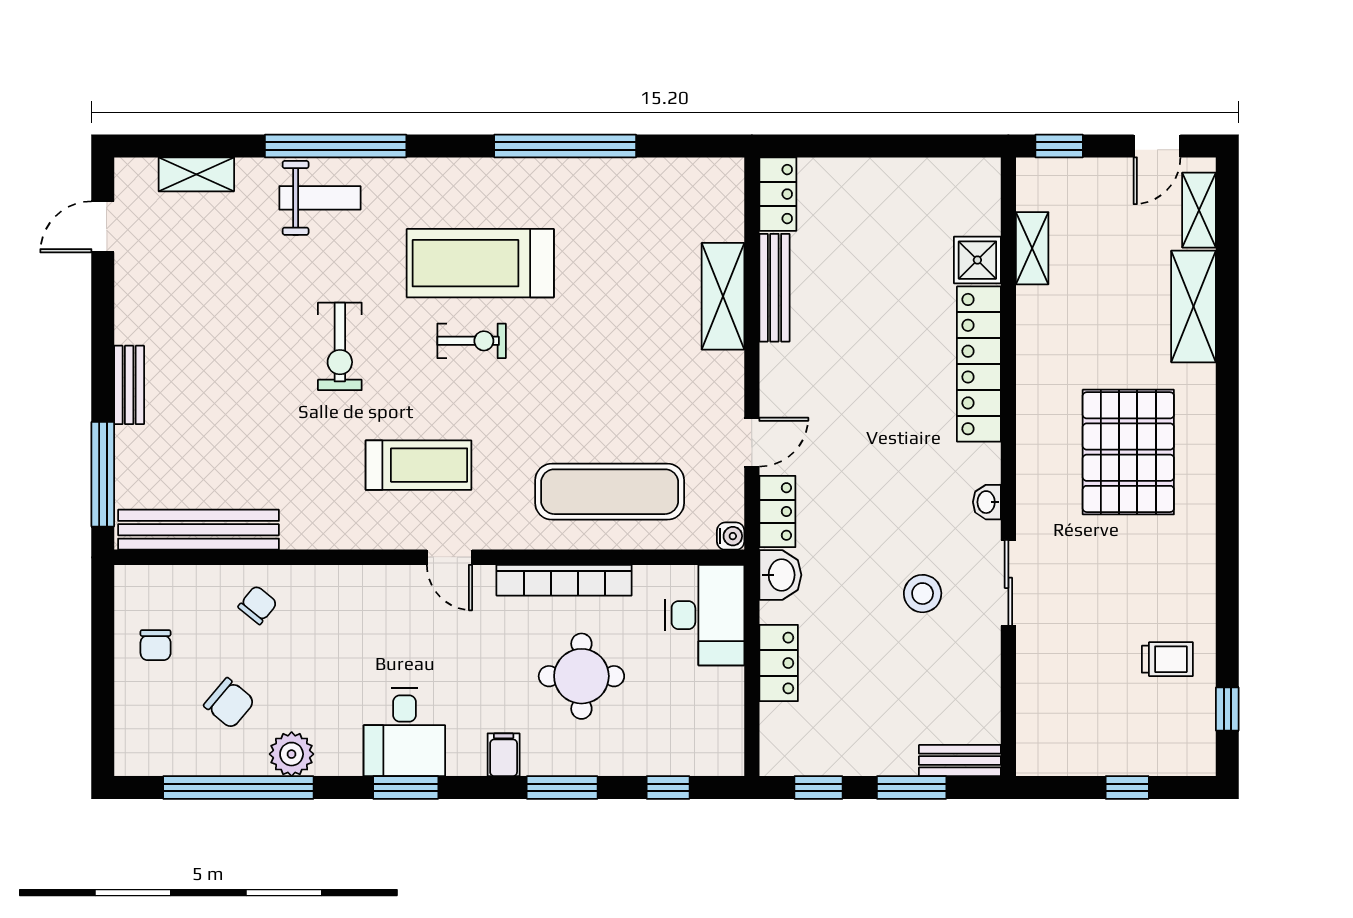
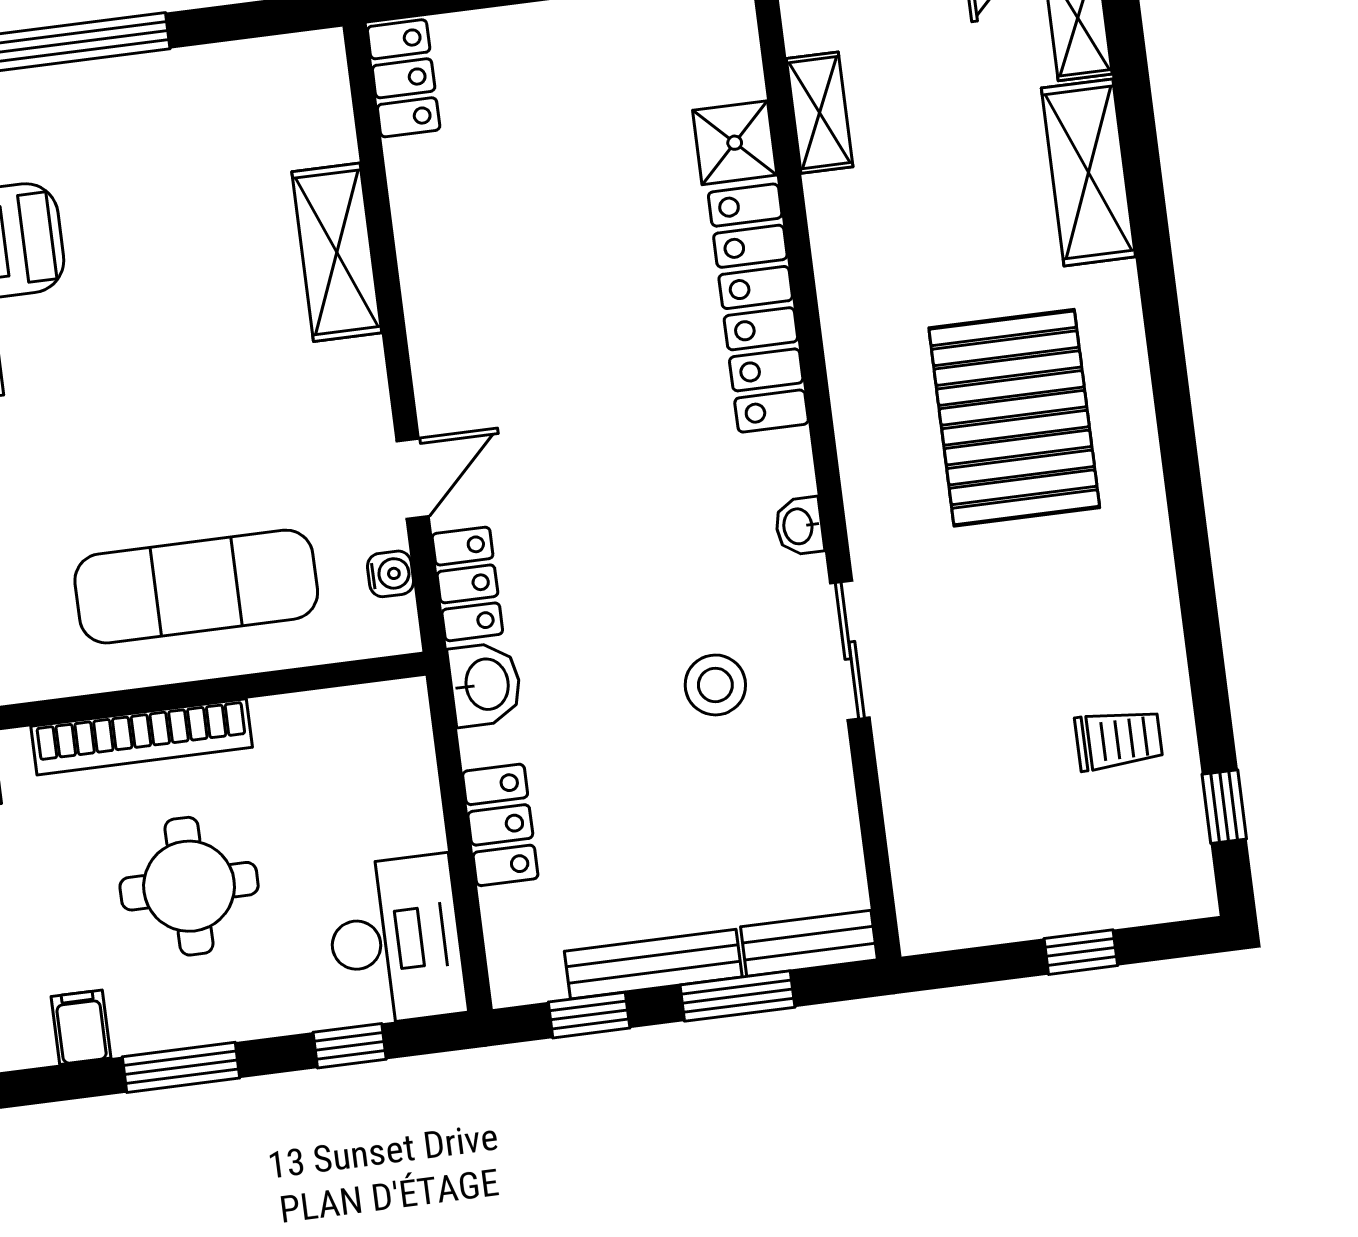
bench: (774, 288) -> (653, 964), moved, turned 90
water cooler: (731, 536) -> (390, 574), moved
desk: (705, 615) -> (396, 940), moved

